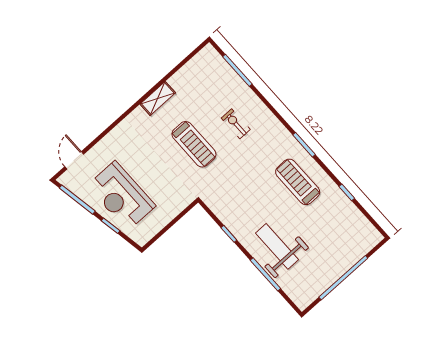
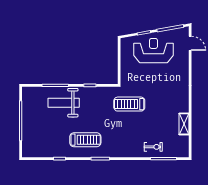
shelving: (158, 98) -> (184, 124), moved
exercise bike: (236, 124) -> (153, 147), moved
treadmill: (194, 144) -> (129, 104), moved
weight bench: (277, 246) -> (64, 103), turned 180

